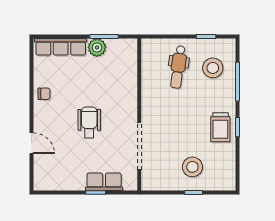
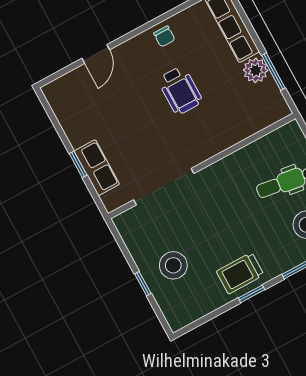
wheelchair: (89, 122) -> (180, 90), moved, turned 90

